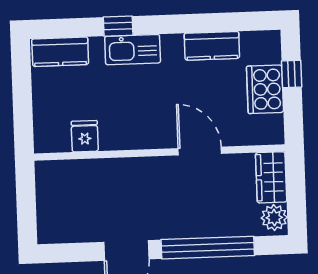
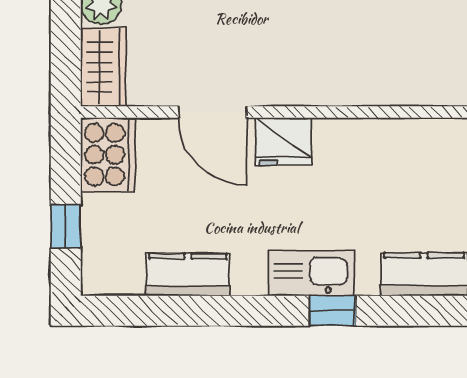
cooker: (265, 89) -> (108, 155), moved
fridge: (85, 136) -> (283, 142), moved, width x1.38

